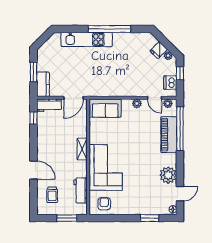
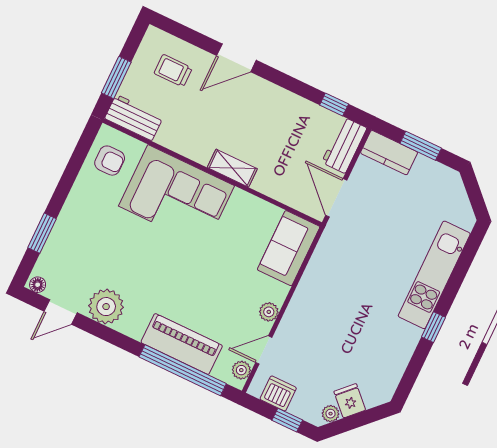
window: (109, 29) -> (434, 327), width x0.32
workbench: (81, 190) -> (134, 118), moved
door: (180, 194) -> (61, 312), hinge flipped

